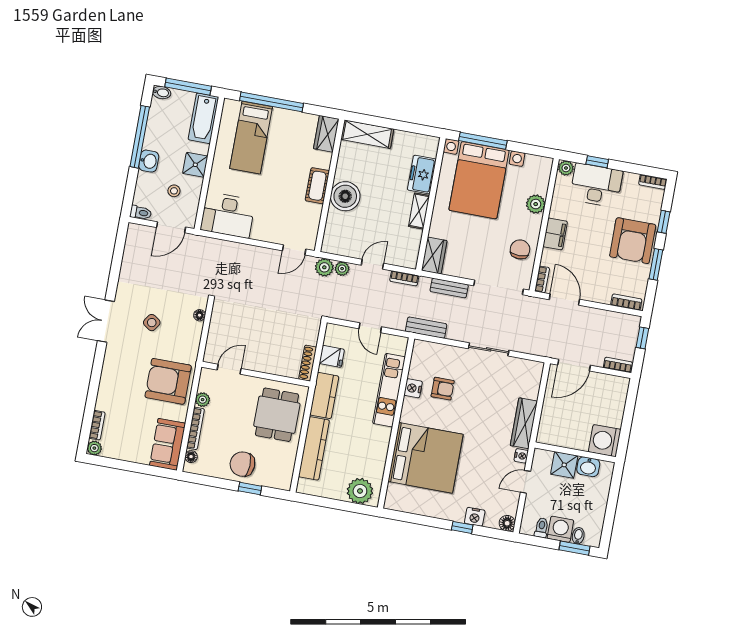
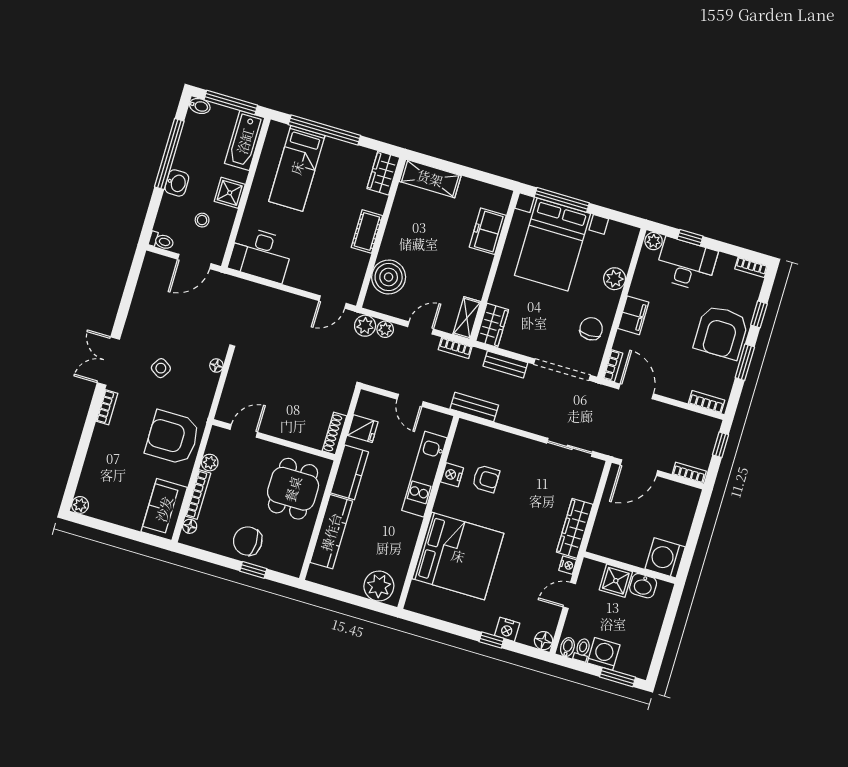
boiler: (345, 196) -> (389, 277), moved
shelving: (419, 211) -> (467, 318), moved
sliding door: (489, 349) -> (570, 447), moved
bookcase: (97, 425) -> (107, 407), moved
bidet: (578, 536) -> (567, 647), moved

